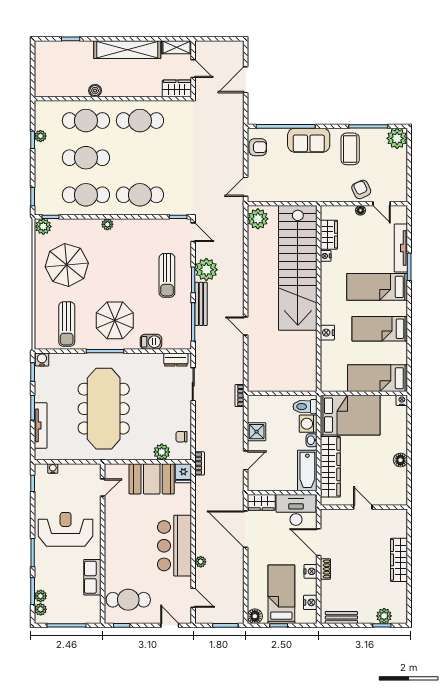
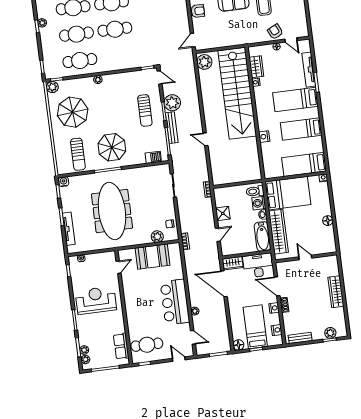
cafe table: (140, 195) -> (115, 29), moved
barbecue: (151, 342) -> (153, 157), moved
dresser: (176, 359) -> (159, 169), removed
fridge: (183, 473) -> (175, 250), removed
row of seats: (92, 577) -> (121, 346), moved

